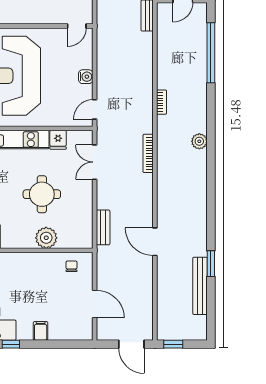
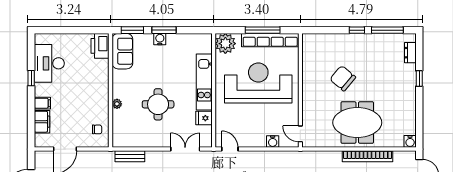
water cooler: (86, 77) -> (273, 141), moved
plant: (46, 238) -> (117, 104), width x0.53, depth x0.53
filing cabinet: (62, 331) -> (42, 122), added

